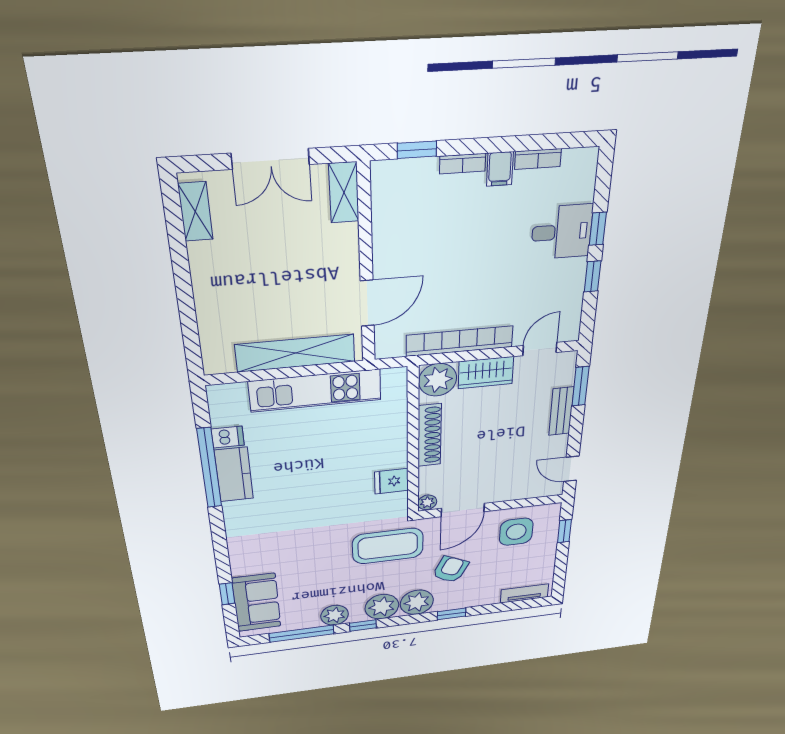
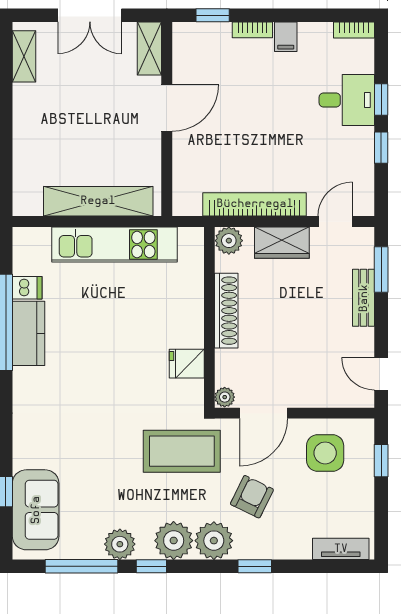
bookcase: (538, 159) -> (354, 30), moved
door: (367, 303) -> (167, 108), moved
plant: (438, 380) -> (229, 241), width x0.73, depth x0.73

